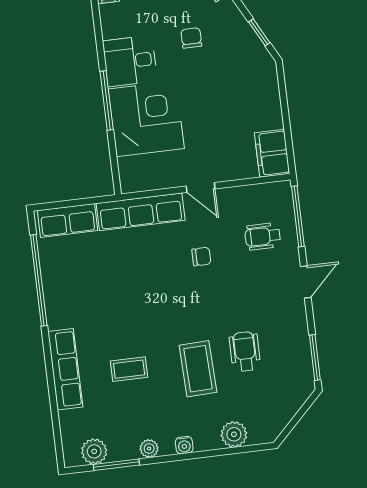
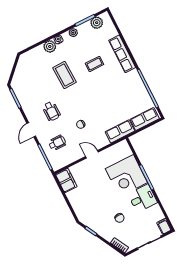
row of seats: (141, 212) -> (120, 131), width x0.68
wheelchair: (245, 351) -> (51, 111), moved
plant: (234, 434) -> (50, 46), moved

